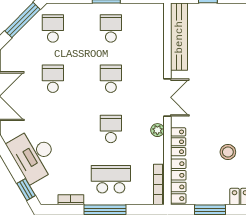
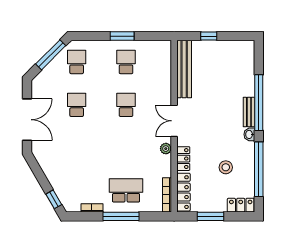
double door: (167, 97) -> (174, 121), swing flipped
school desk: (111, 129) -> (126, 148), removed
desk: (34, 155) -> (60, 170), removed

